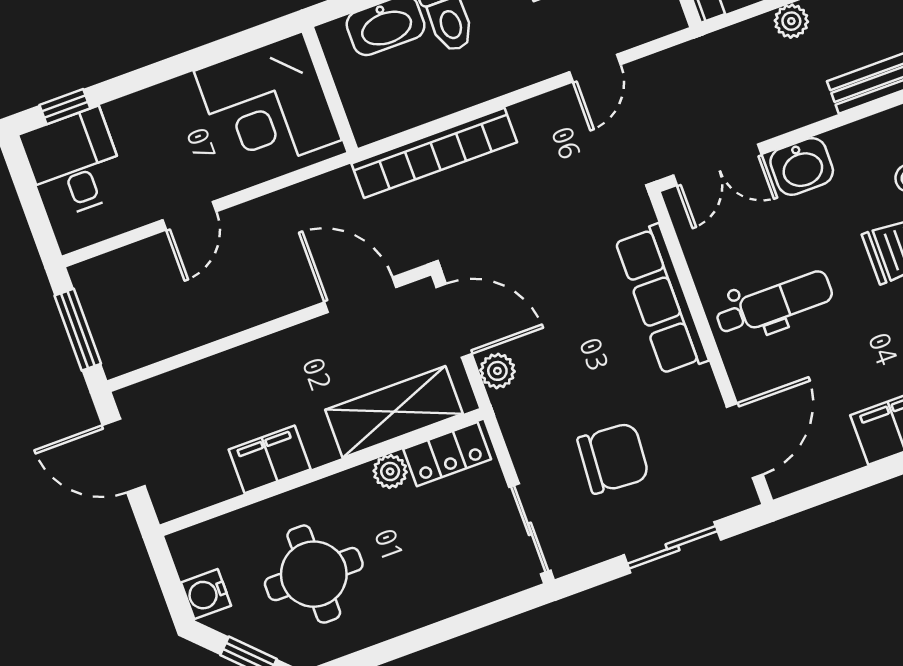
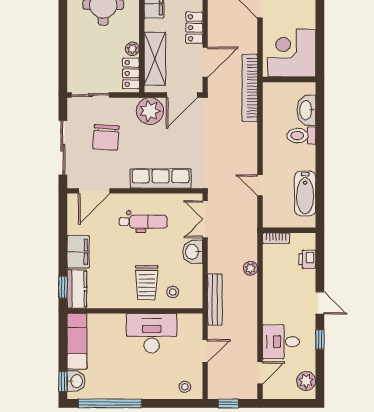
bookcase: (434, 153) -> (250, 88), moved
dental chair: (774, 304) -> (143, 222), turned -90
locker: (291, 348) -> (194, 28), added
plant: (497, 371) -> (150, 111), width x1.87, depth x1.87
door: (745, 441) -> (94, 191), hinge flipped
sliding door: (672, 547) -> (63, 148), width x1.37

